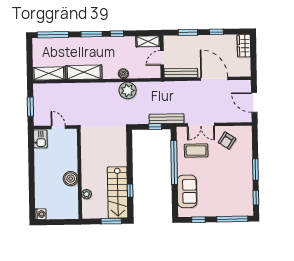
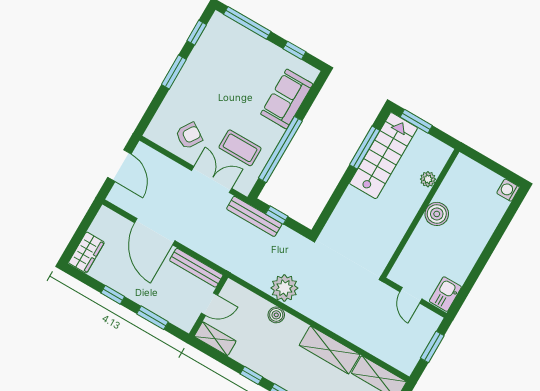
window: (130, 191) -> (365, 148), width x2.17

